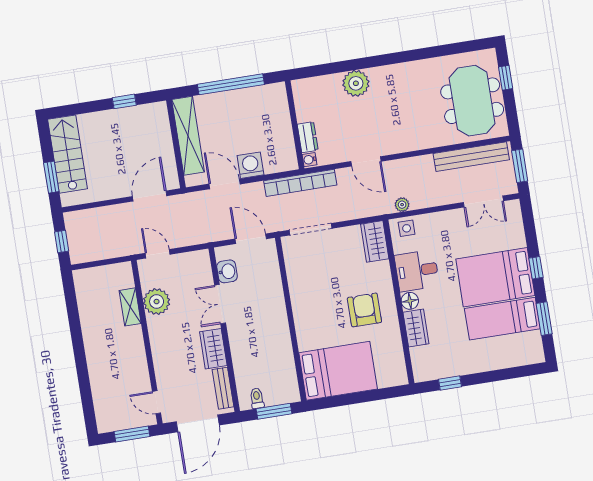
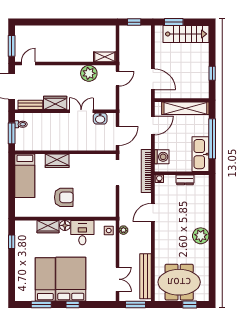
plant: (356, 83) -> (201, 236), moved
kitchen sink: (259, 99) -> (200, 154), added
dresser: (308, 137) -> (185, 180), moved
washing machine: (250, 165) -> (162, 157), moved
double door: (483, 202) -> (117, 279), swing flipped
wardrobe: (375, 241) -> (57, 161), moved, turned 180
shelving: (130, 307) -> (105, 57), moved
bed: (338, 371) -> (25, 176), width x0.67

